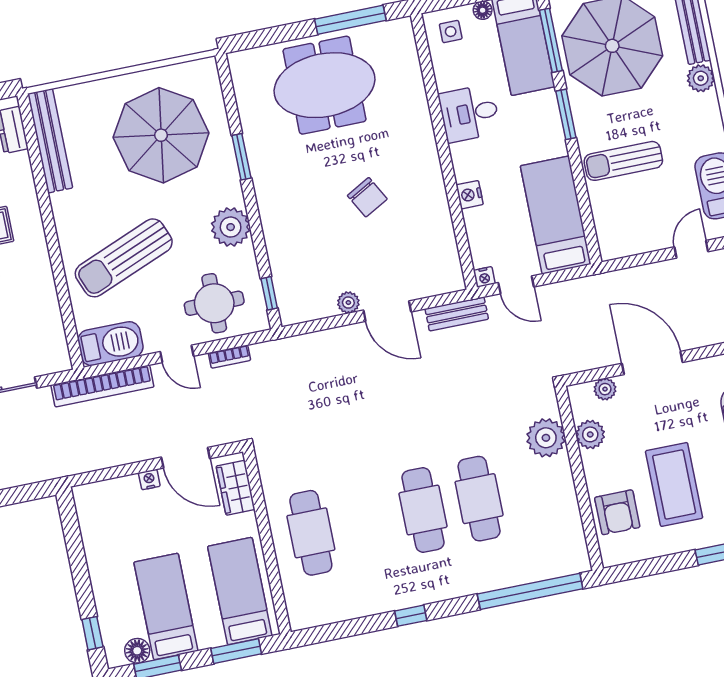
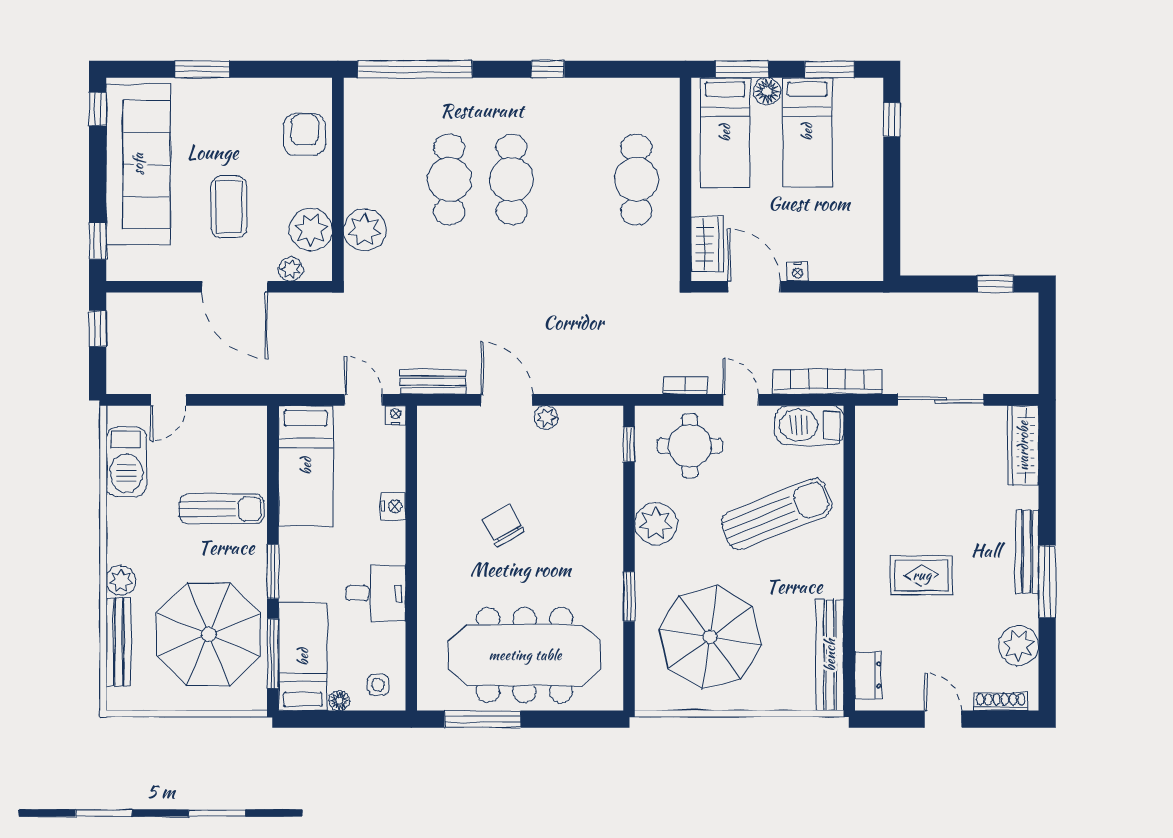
meeting table: (325, 85) -> (525, 655), width x1.36
plant: (590, 434) -> (311, 230), width x1.36, depth x1.36
coffee table: (674, 484) -> (229, 207), moved, width x0.73, depth x0.76
floor lamp: (137, 651) -> (767, 91), moved

